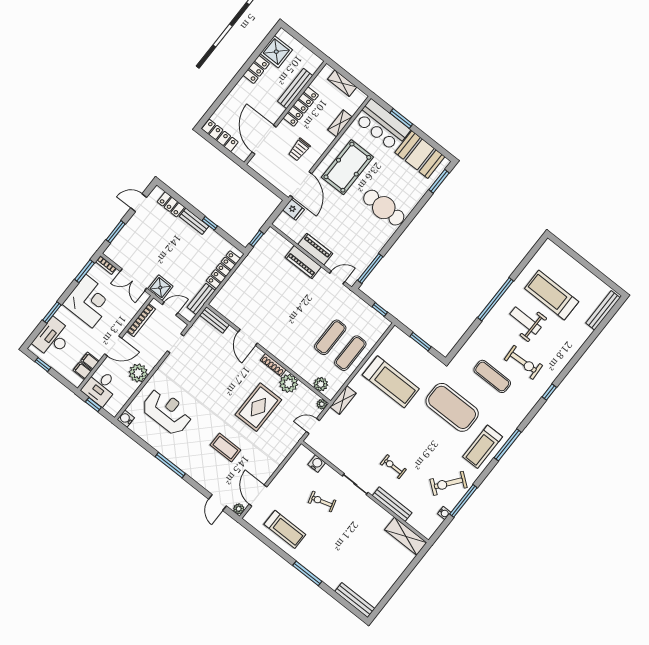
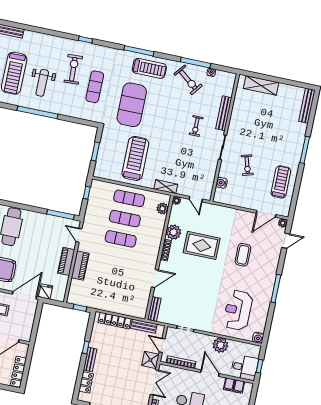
exercise mat: (310, 322) -> (121, 239), added
shelving: (406, 536) -> (261, 85), moved, turned 90

